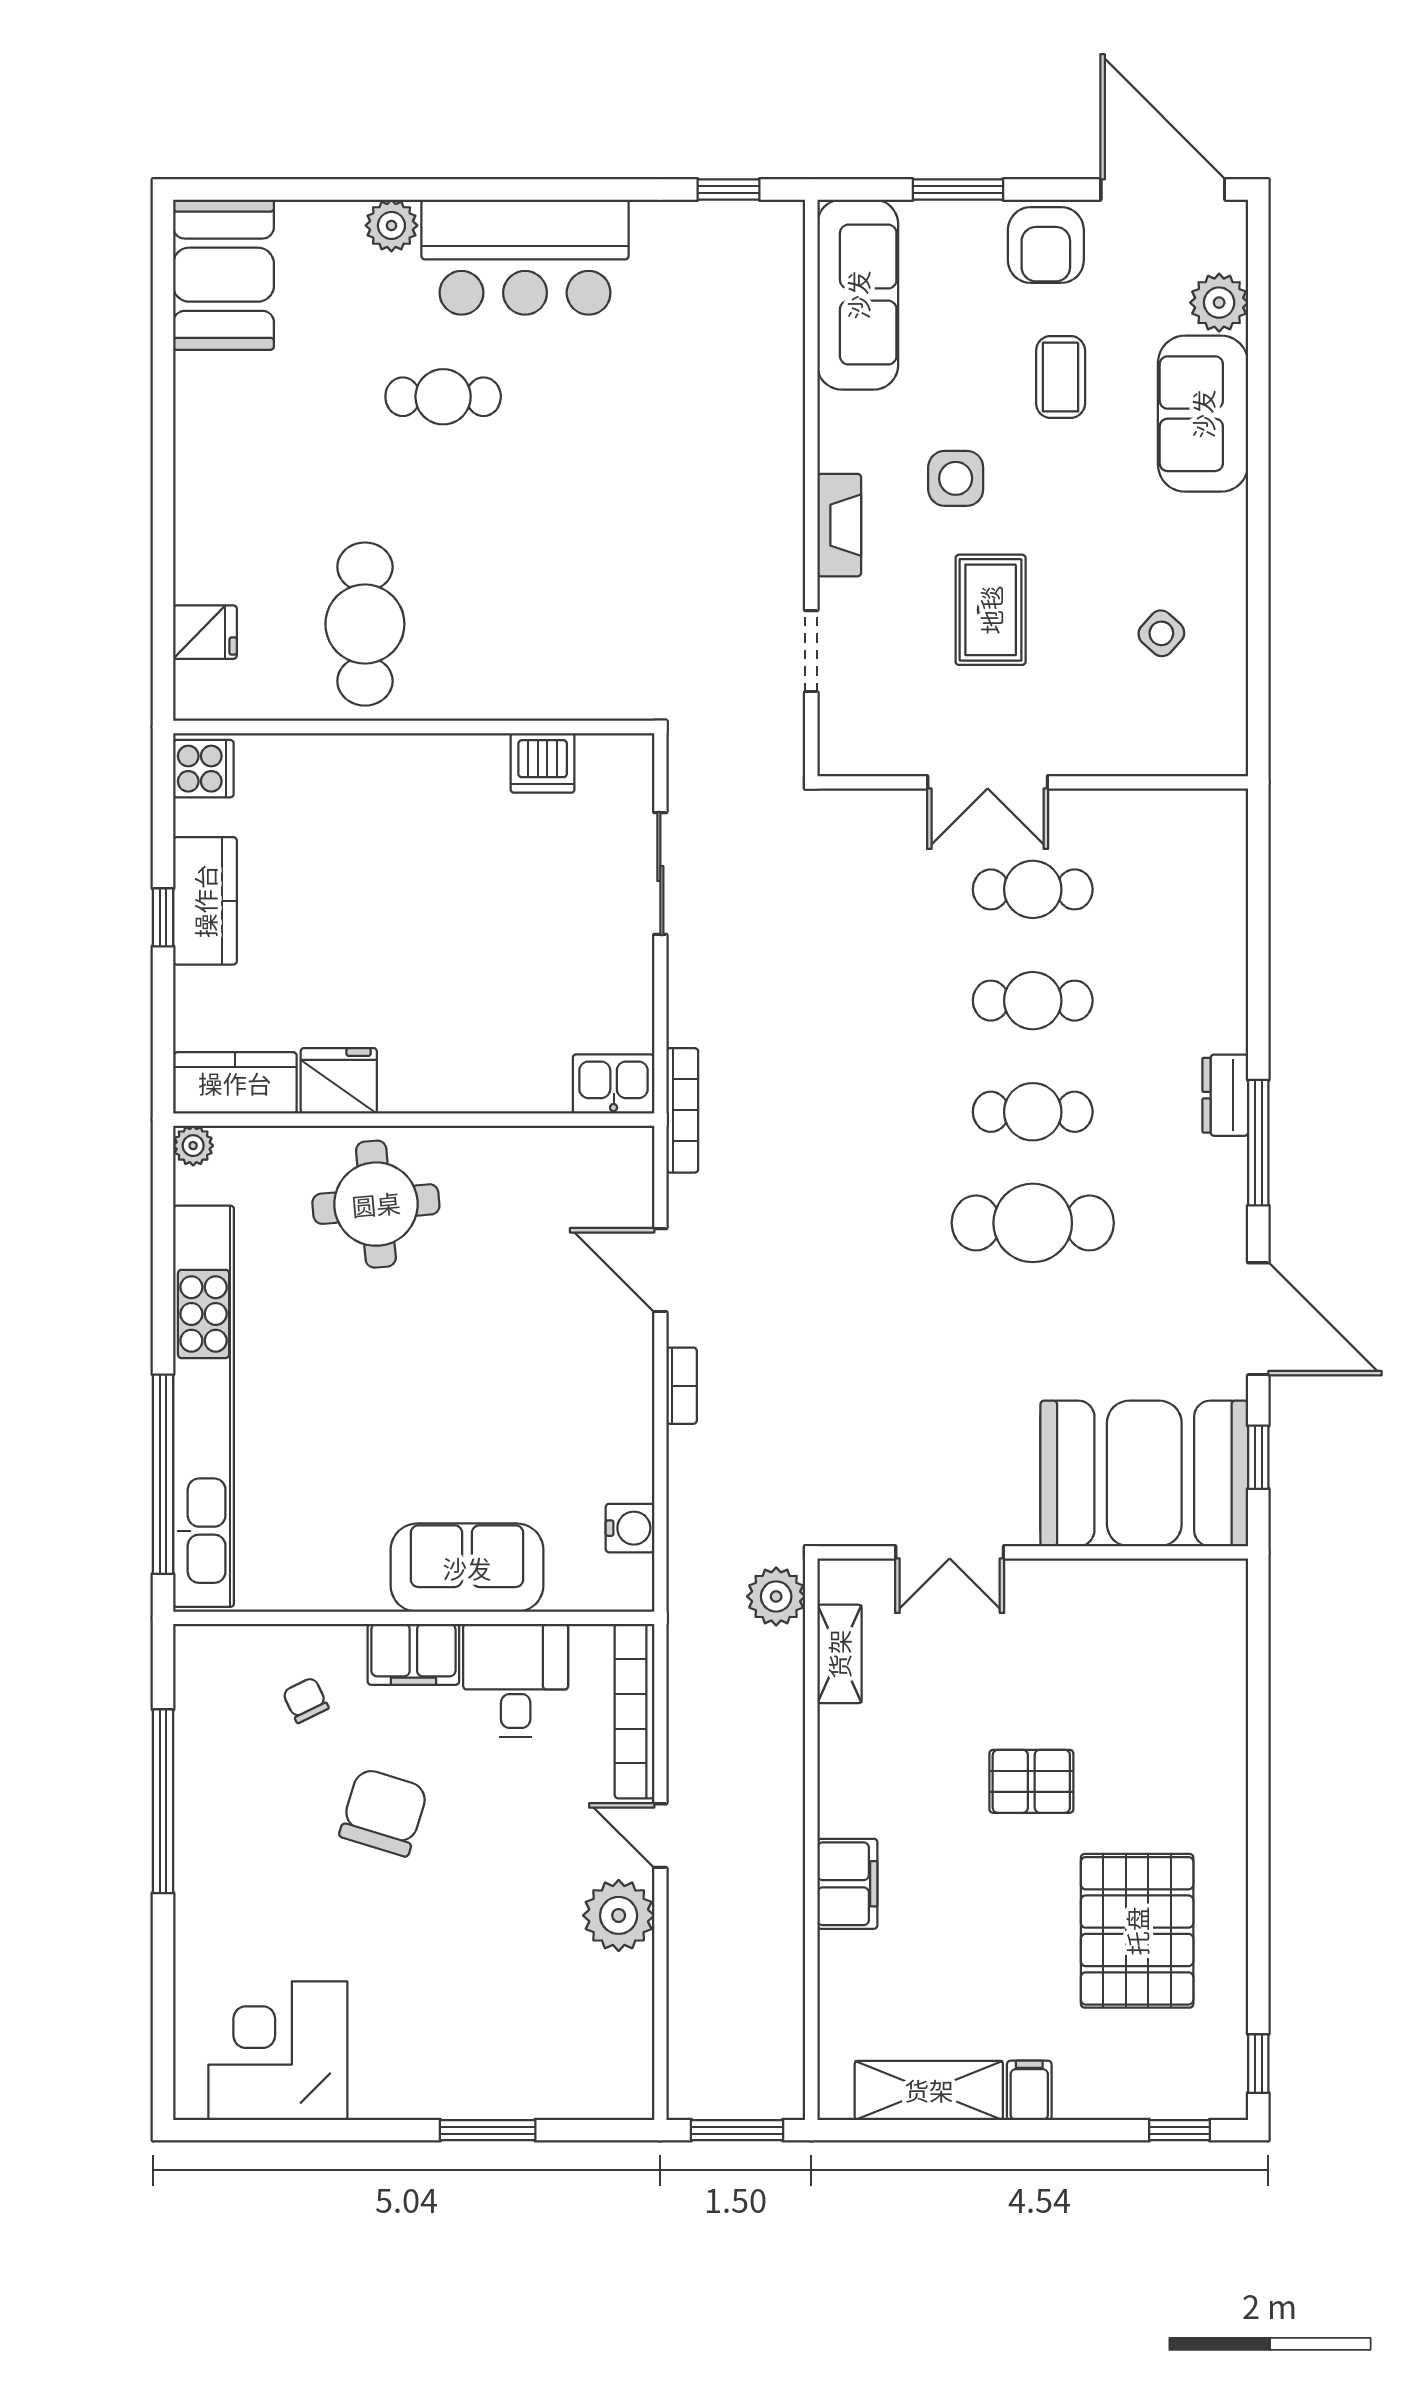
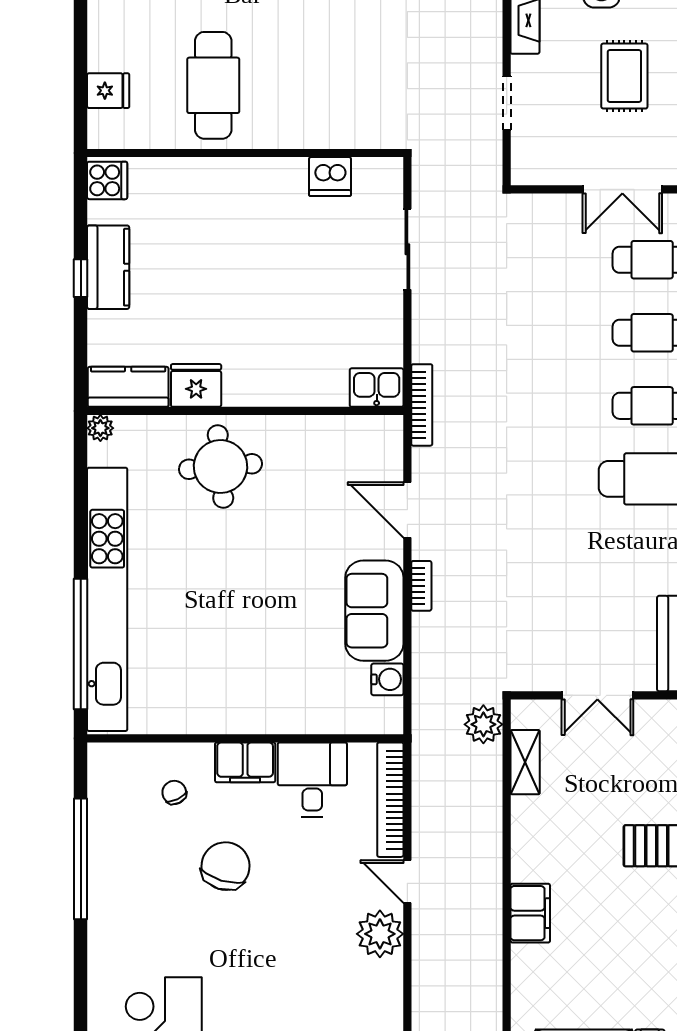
sofa: (467, 1568) -> (374, 611), moved, turned -90

